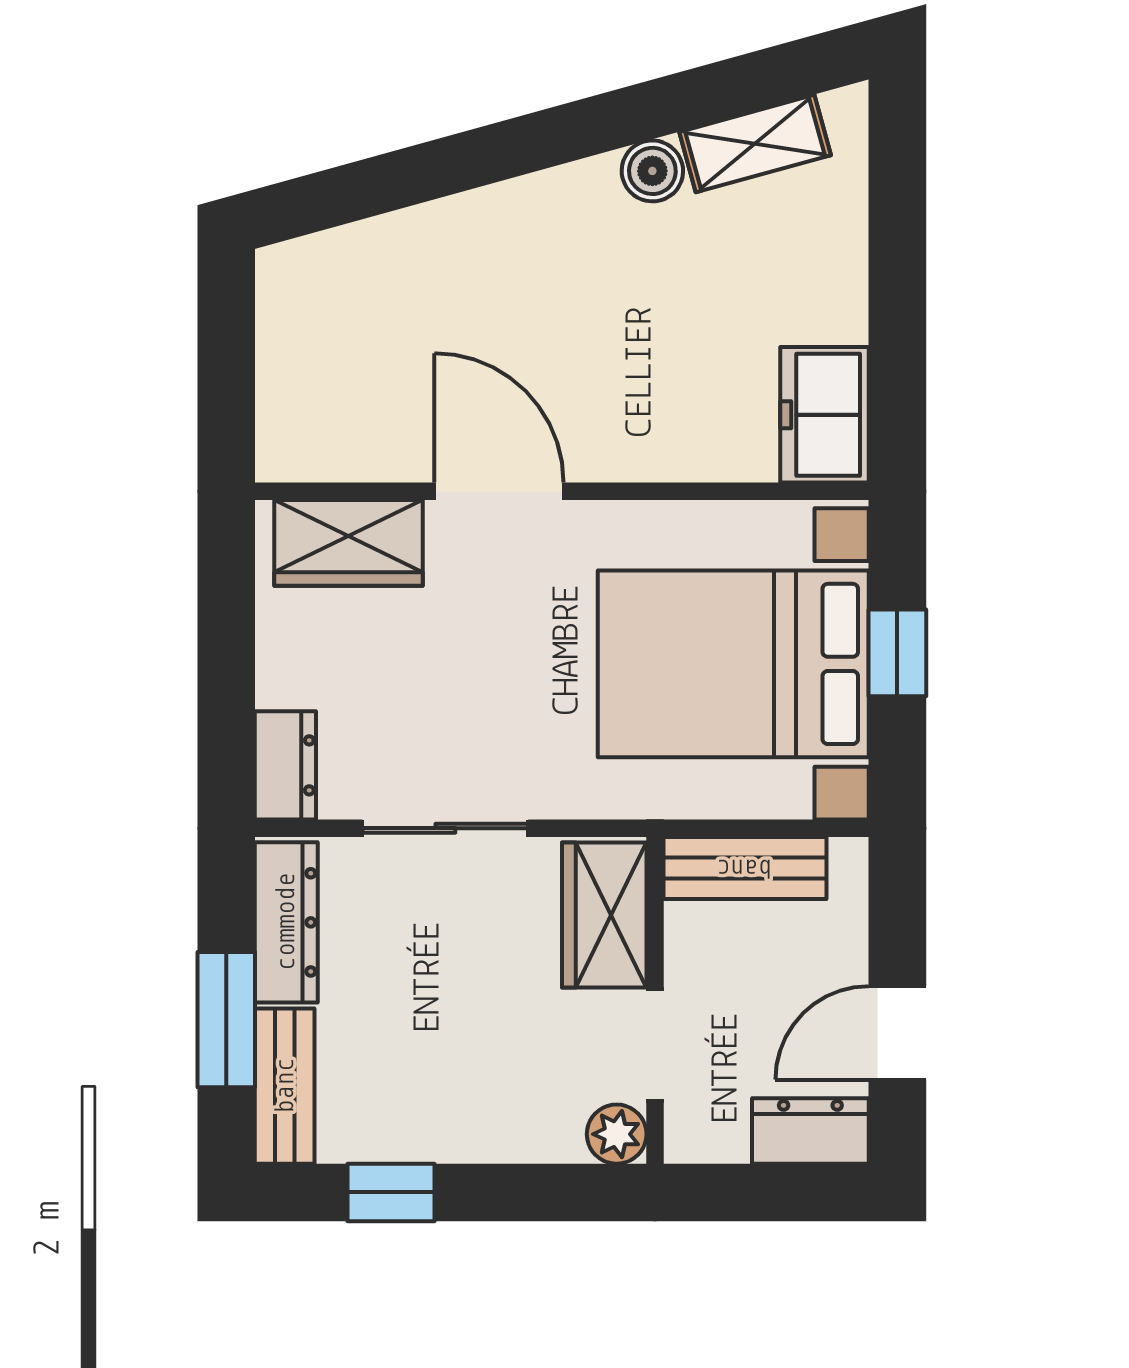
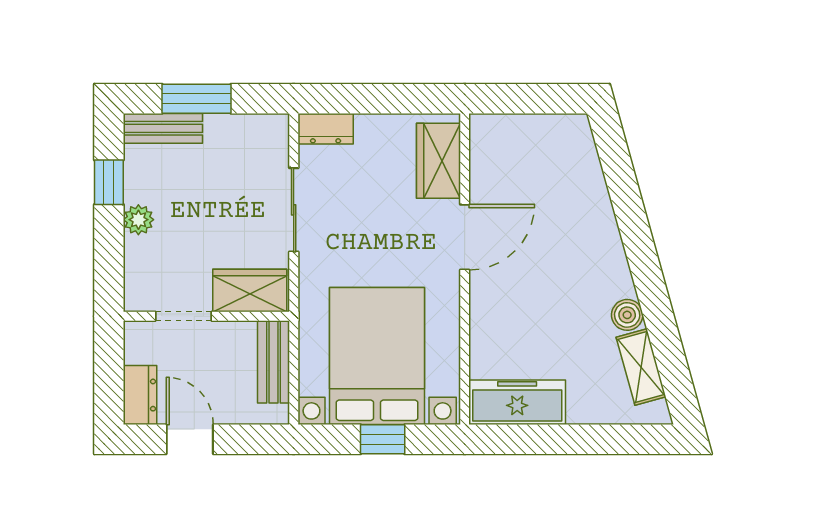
freezer: (825, 415) -> (517, 402), width x1.40
dresser: (286, 922) -> (246, 129), removed
plant: (617, 1134) -> (138, 220), moved

